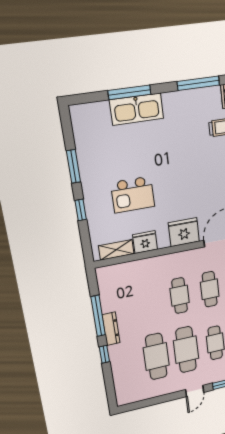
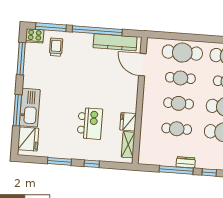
fridge: (184, 232) -> (28, 139), moved, turned 180
cafe table: (149, 302) -> (177, 129), added
dresser: (111, 329) -> (186, 162), width x0.70

